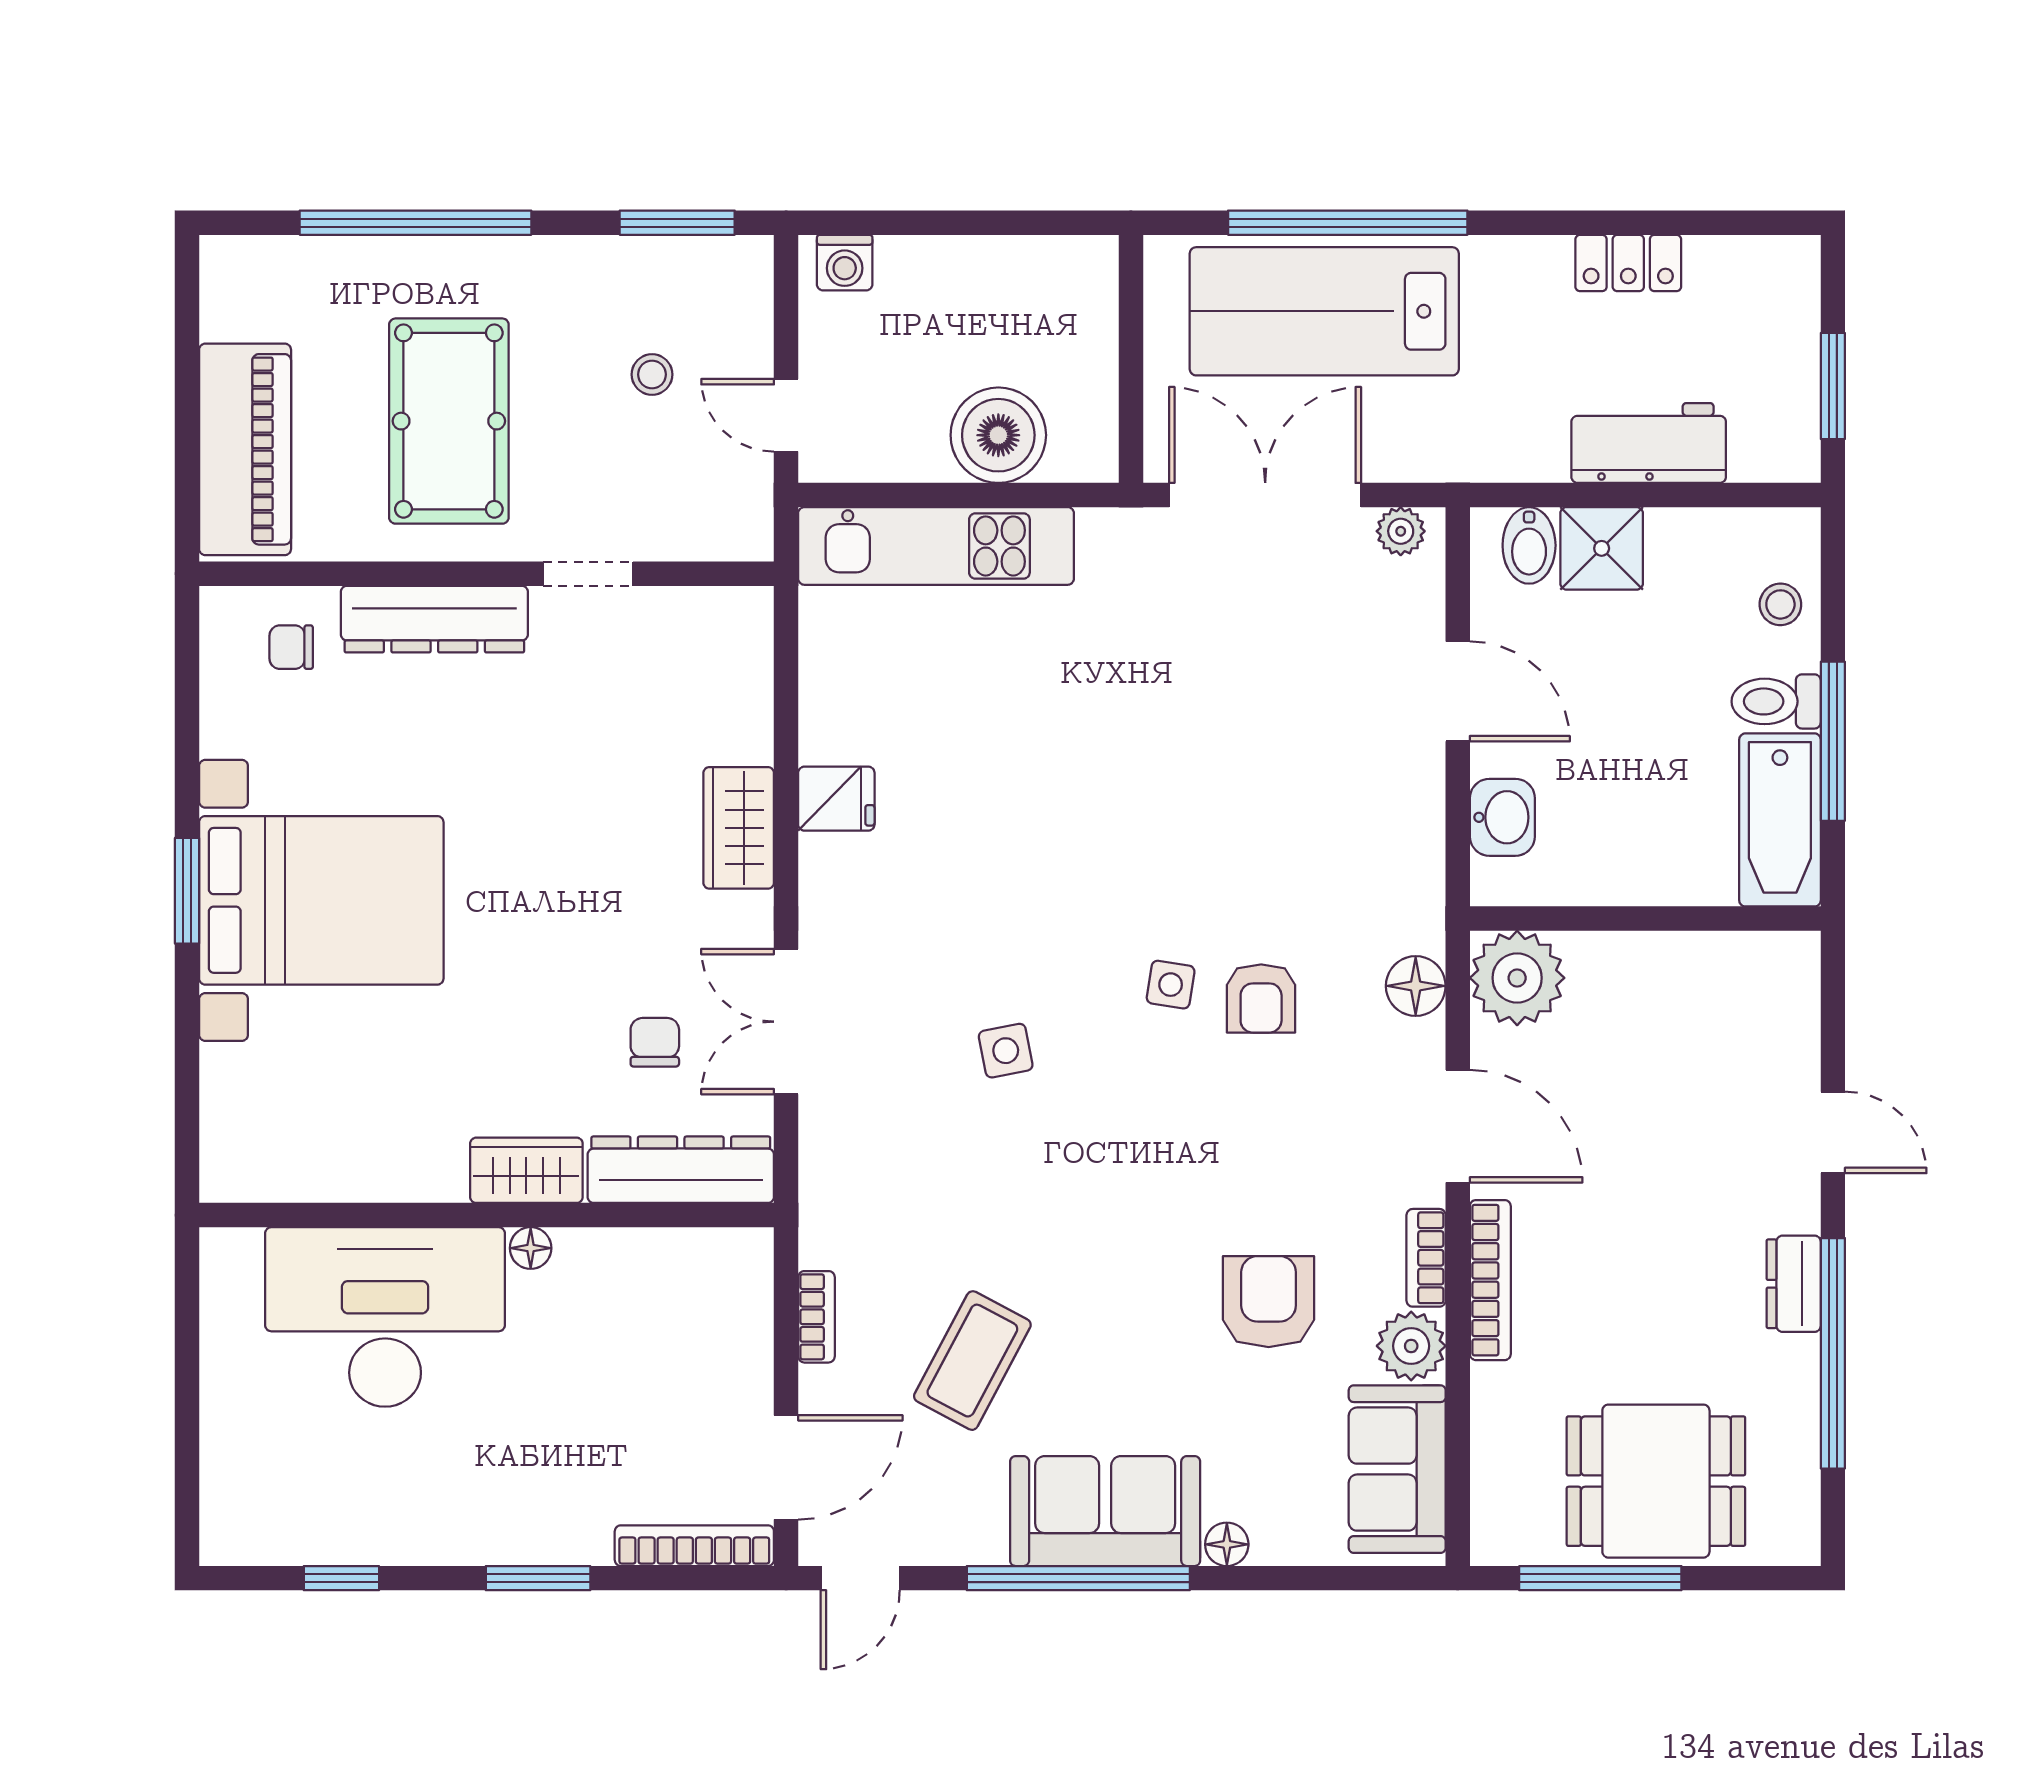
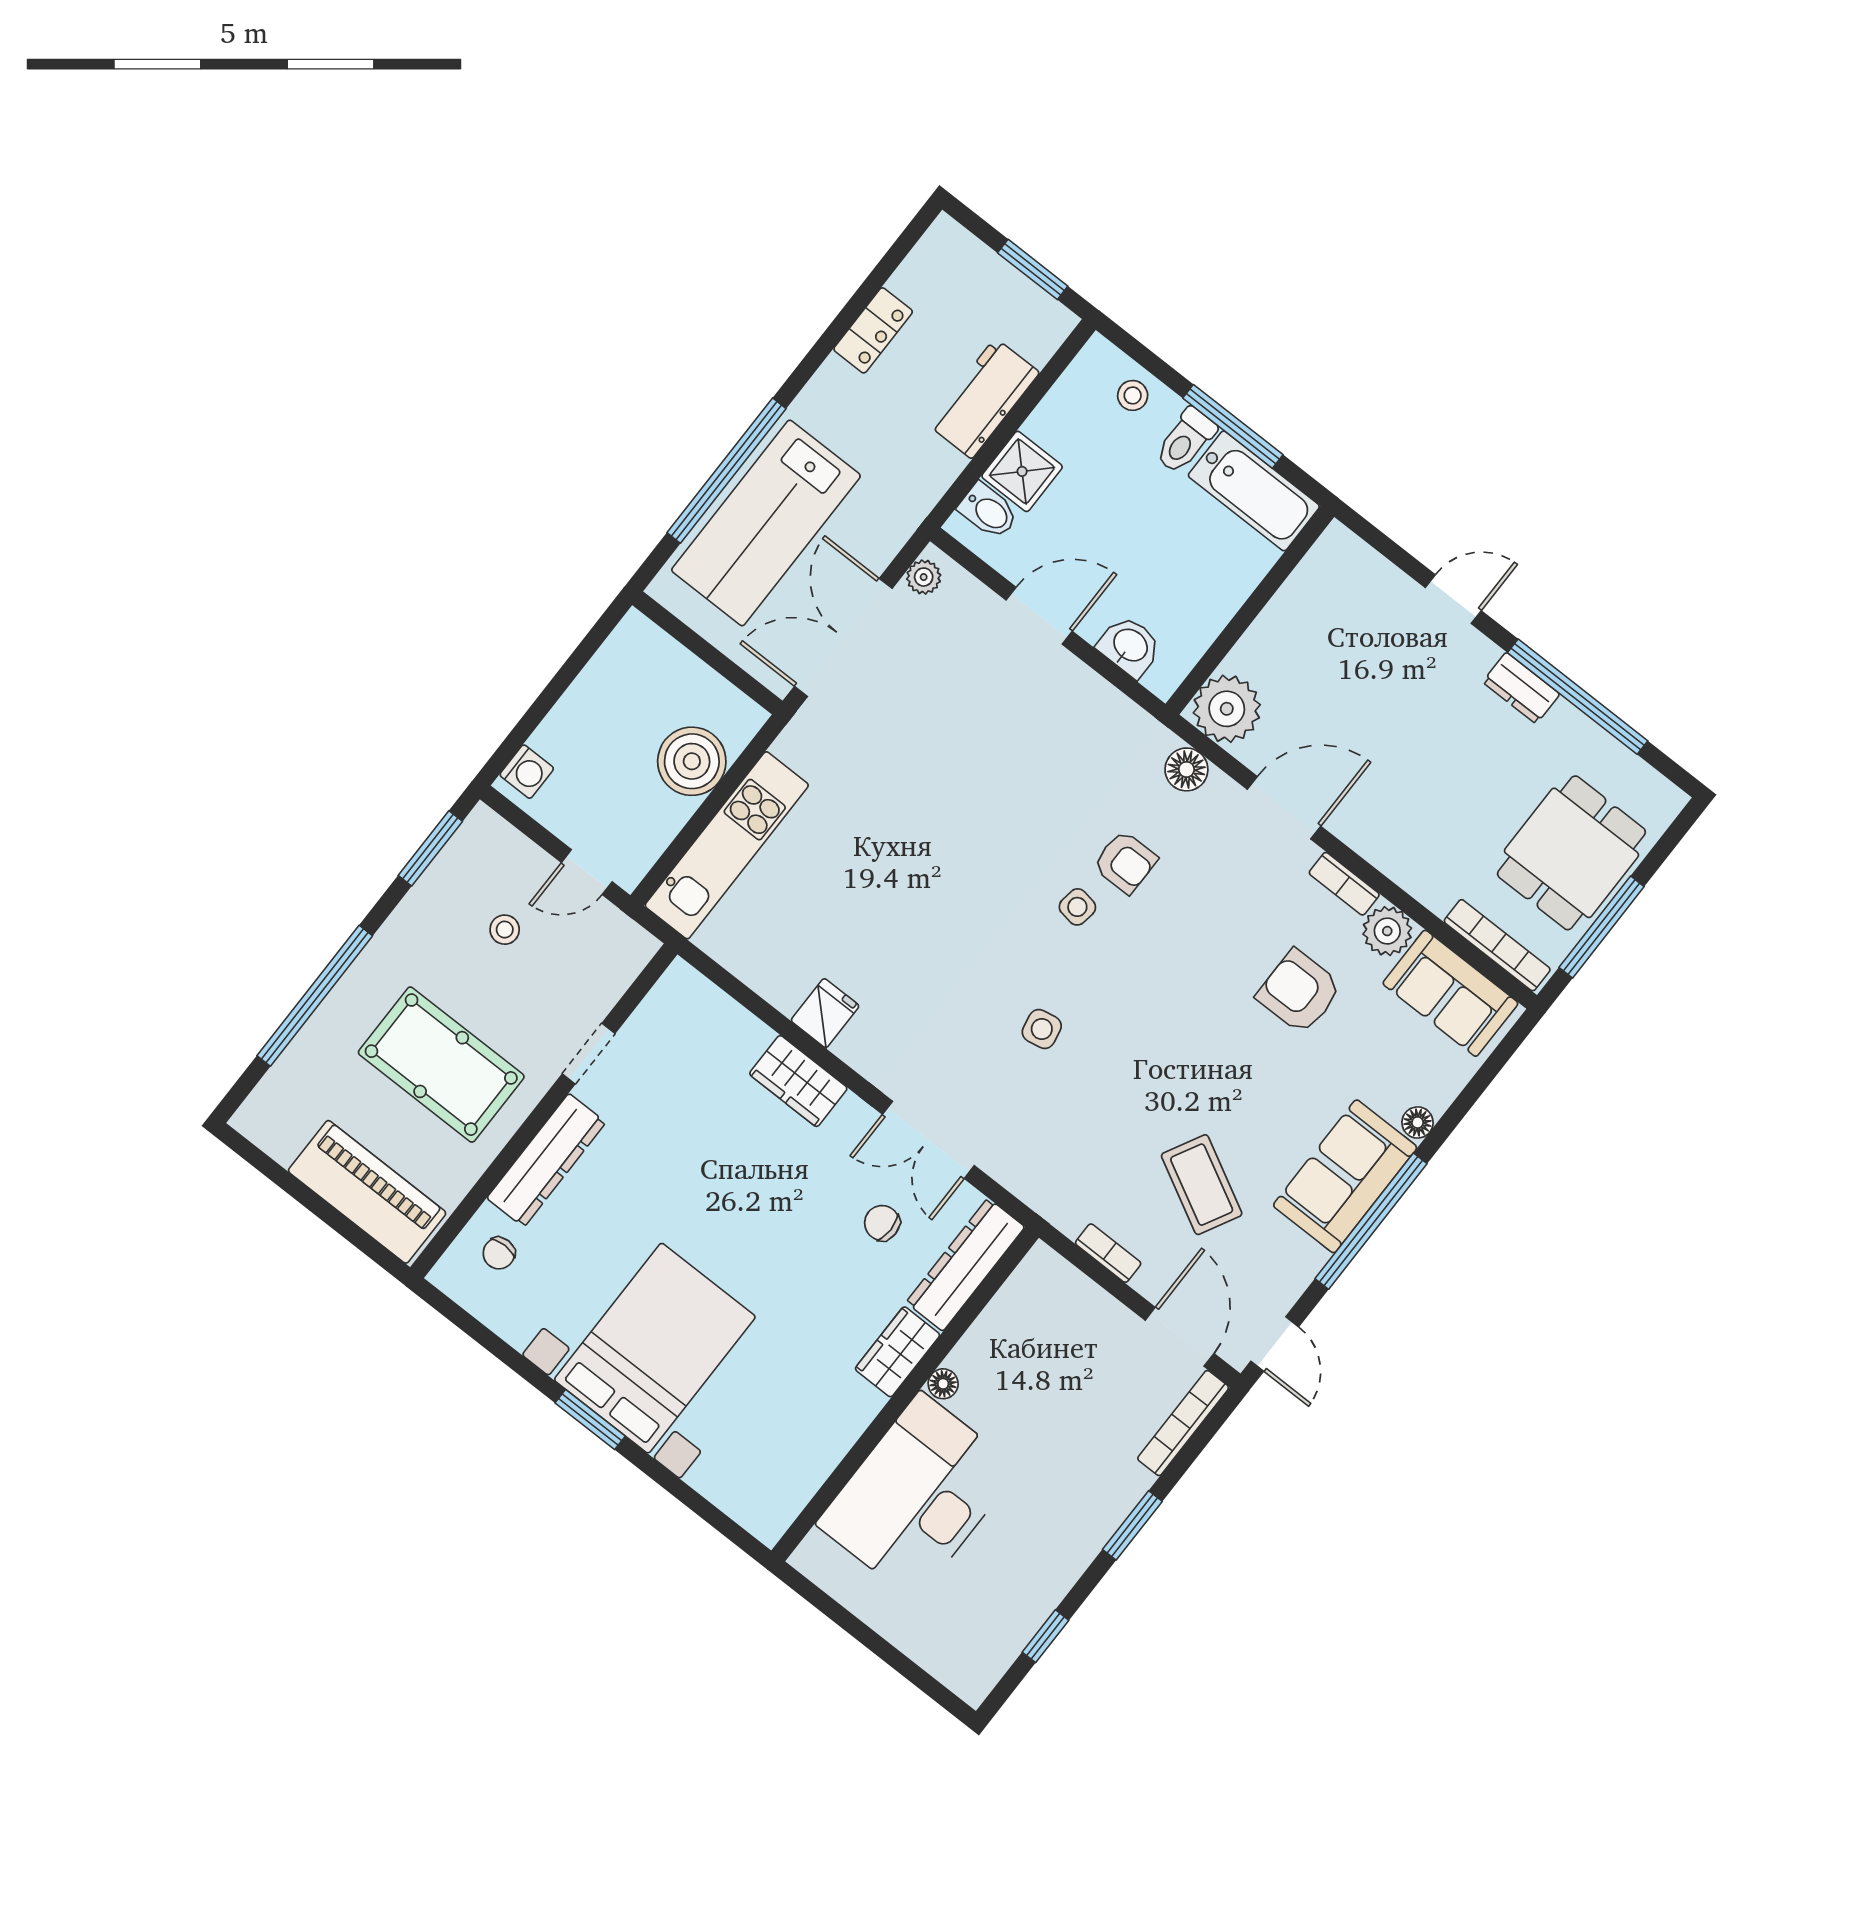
bookcase: (1490, 1280) -> (1497, 945), moved

